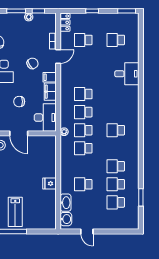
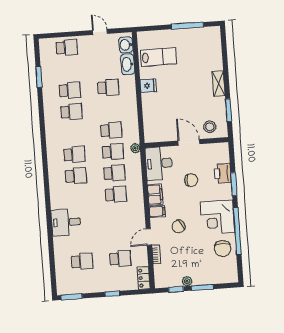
school desk: (116, 112) -> (76, 176), added
school desk: (116, 202) -> (67, 48), moved
lab bench: (15, 212) -> (159, 57), moved, turned 90

